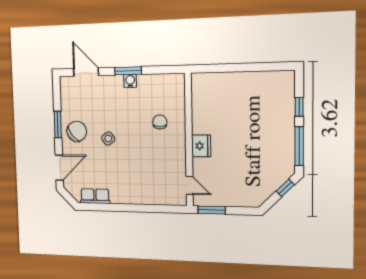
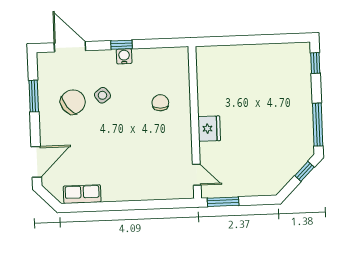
window: (128, 71) -> (121, 45), width x0.67
window: (299, 107) -> (315, 63), moved
window: (58, 125) -> (34, 96), moved
chair: (77, 131) -> (73, 102), moved
side table: (108, 139) -> (102, 95), moved

